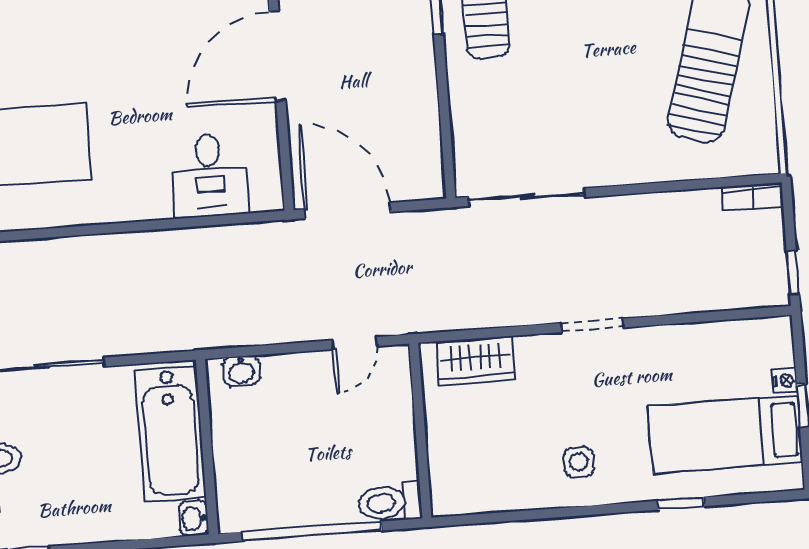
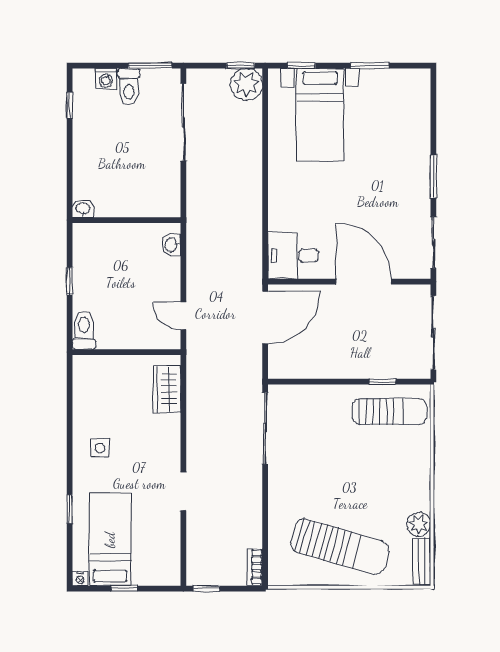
desk: (210, 176) -> (293, 256), moved
doorway: (592, 325) -> (183, 491), moved
nightstand: (785, 381) -> (80, 579), moved
bathtub: (170, 434) -> (136, 198), removed
window: (312, 531) -> (70, 281), width x0.32

